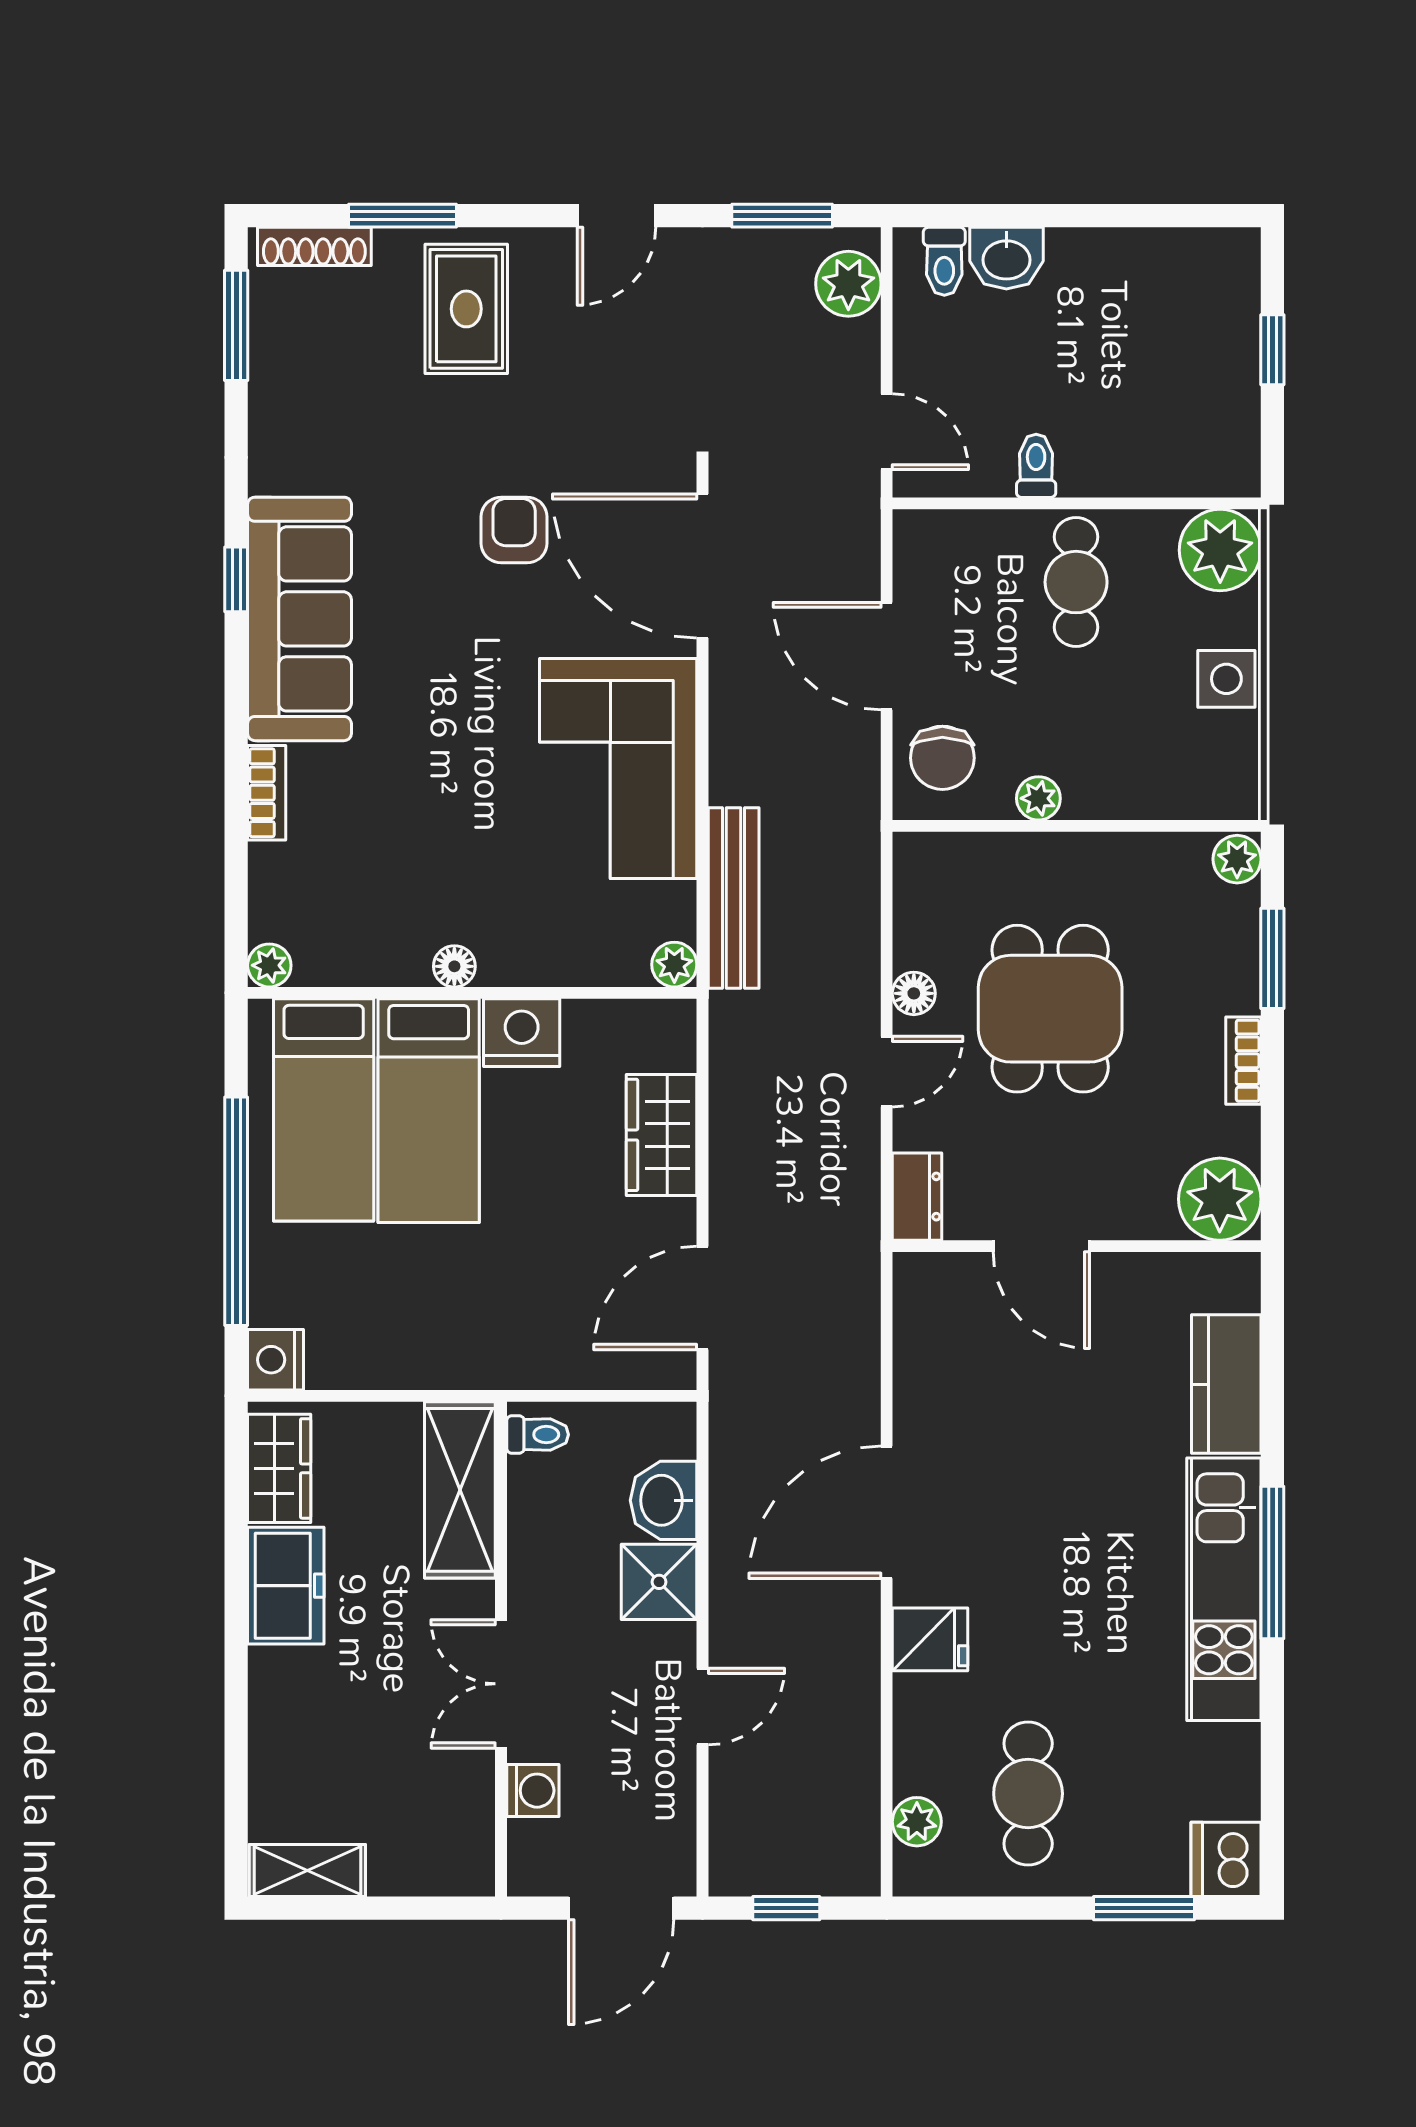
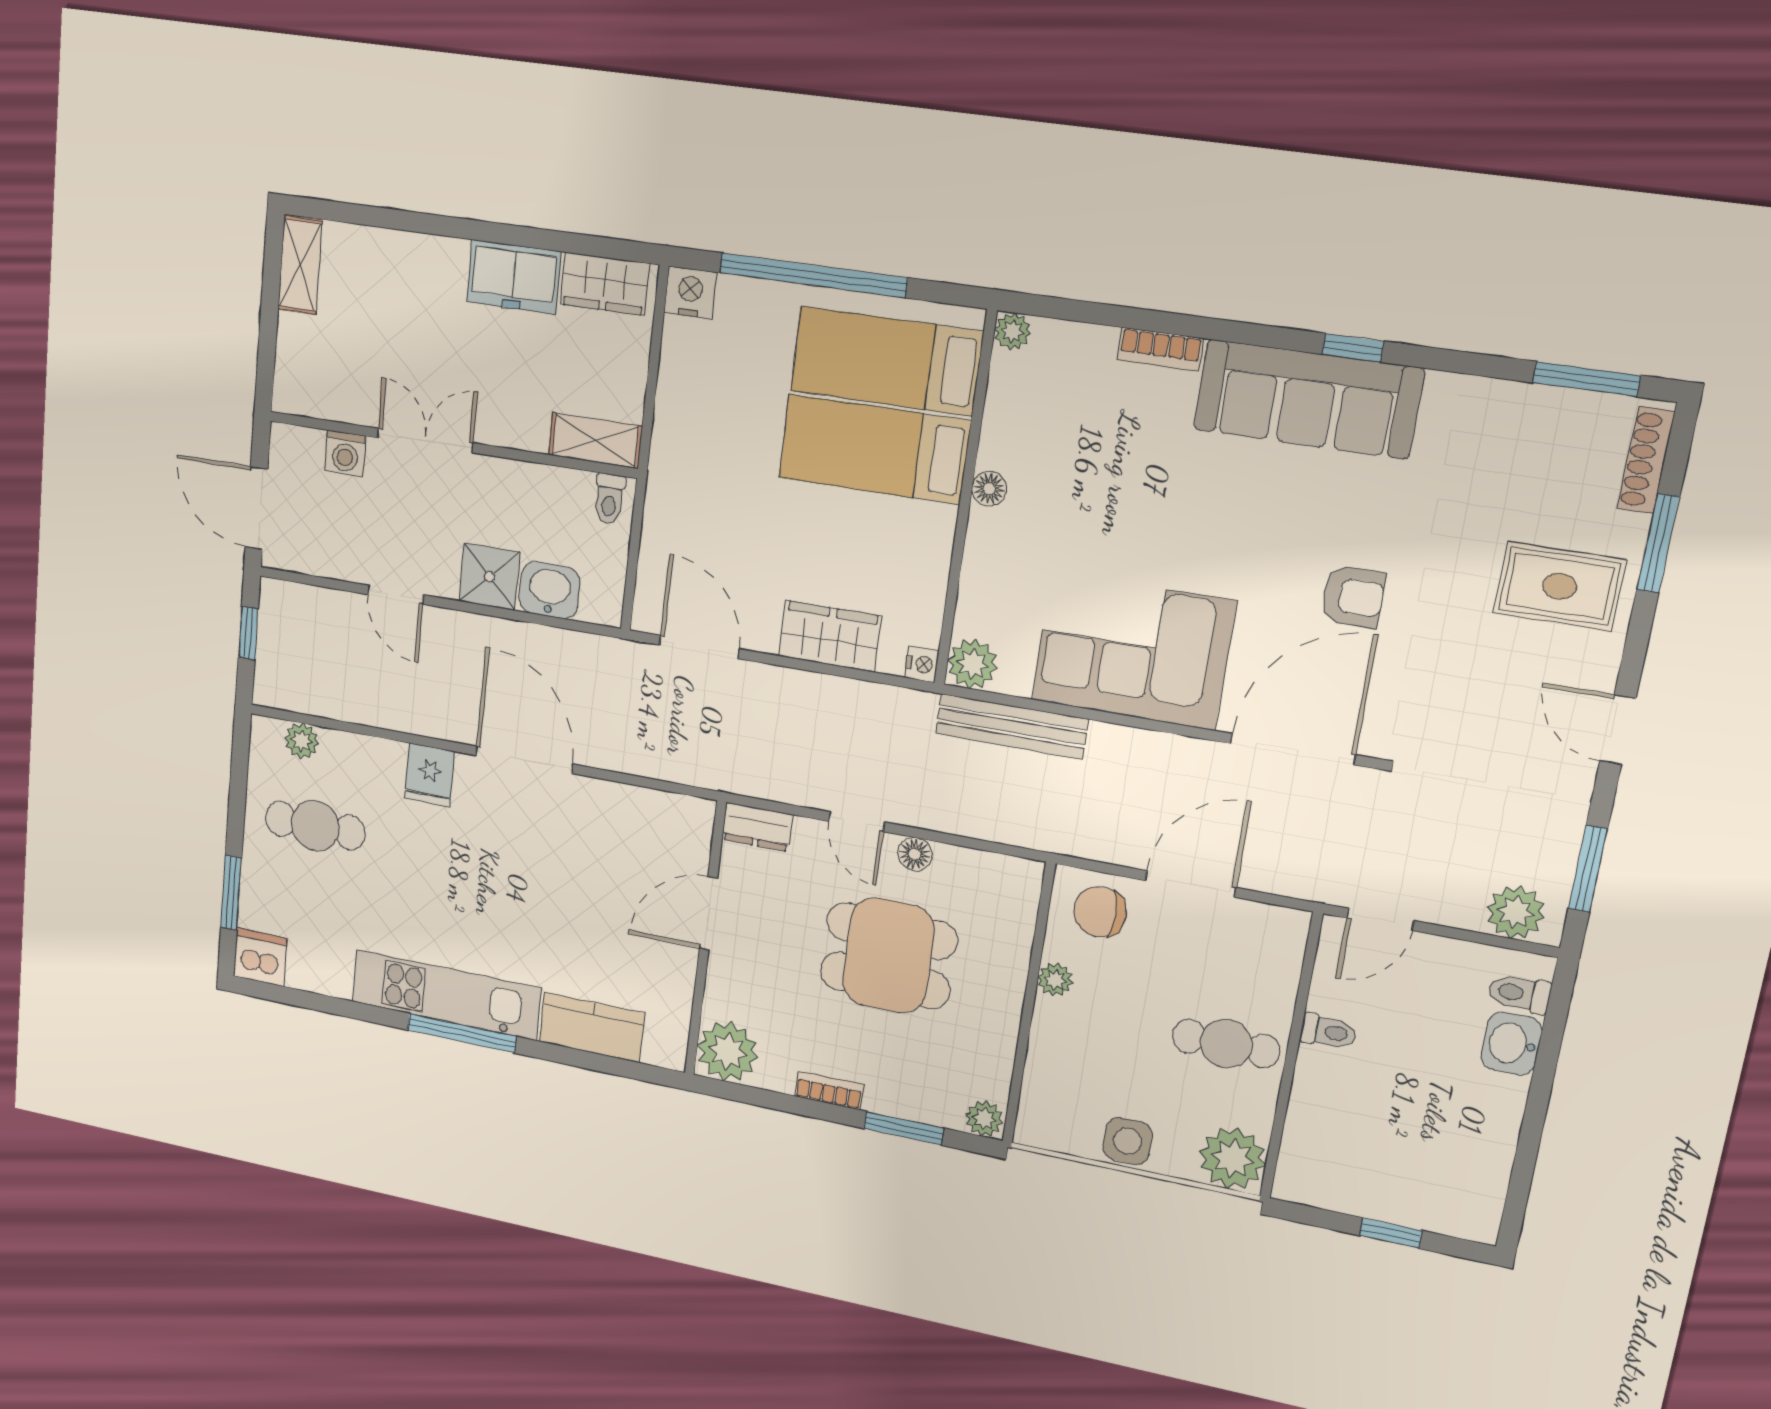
plant: (674, 965) -> (972, 664), width x1.38, depth x1.38
nightstand: (522, 1033) -> (922, 664), moved, width x0.53, depth x0.56
shelving: (460, 1490) -> (595, 441), width x0.67, depth x0.75

